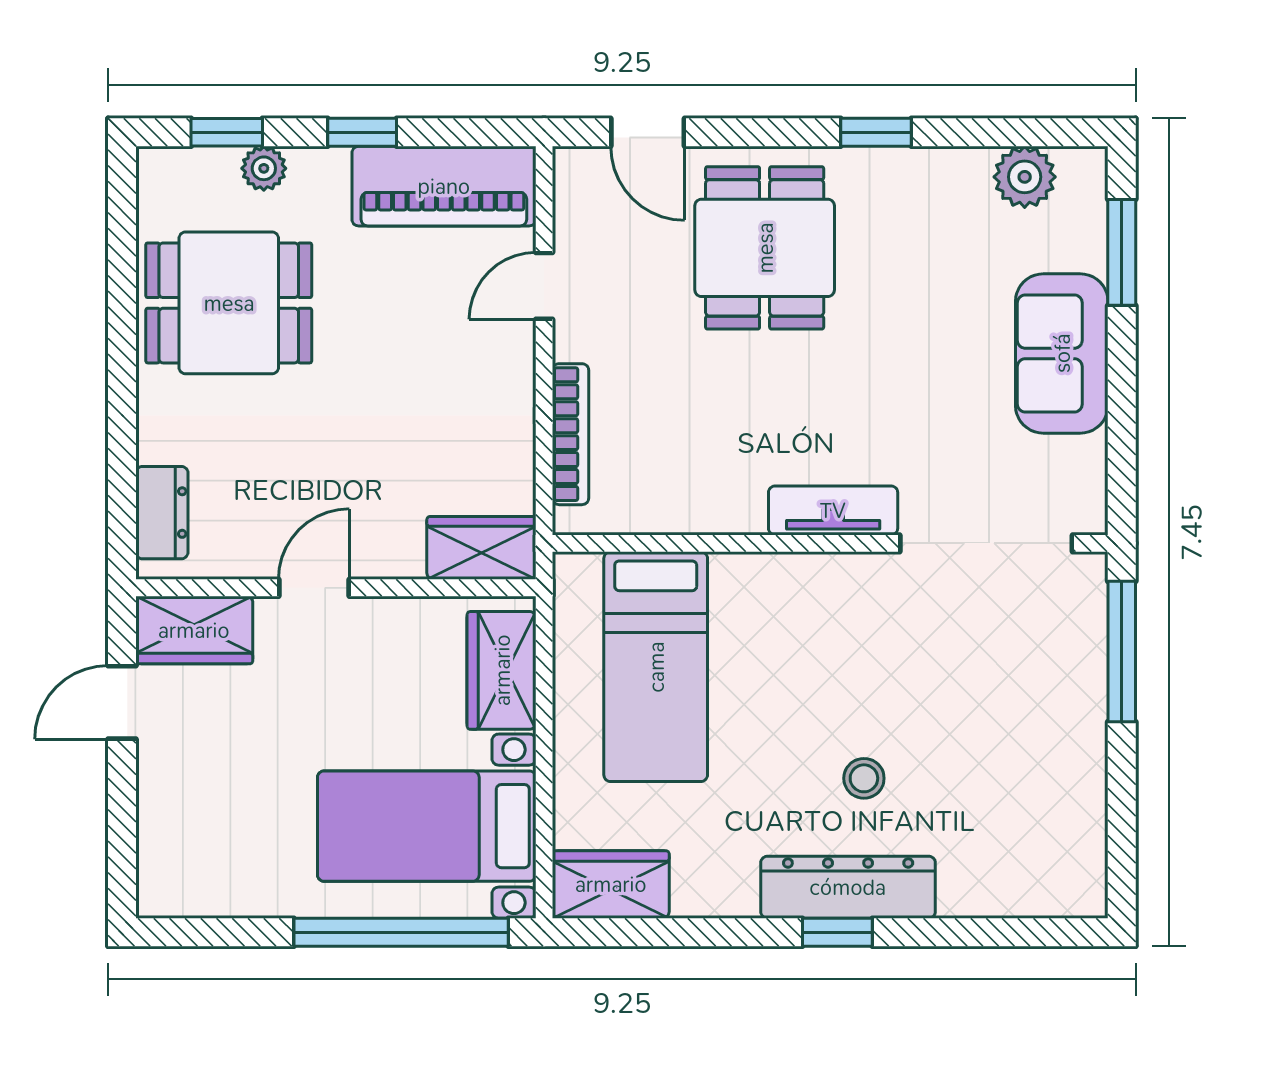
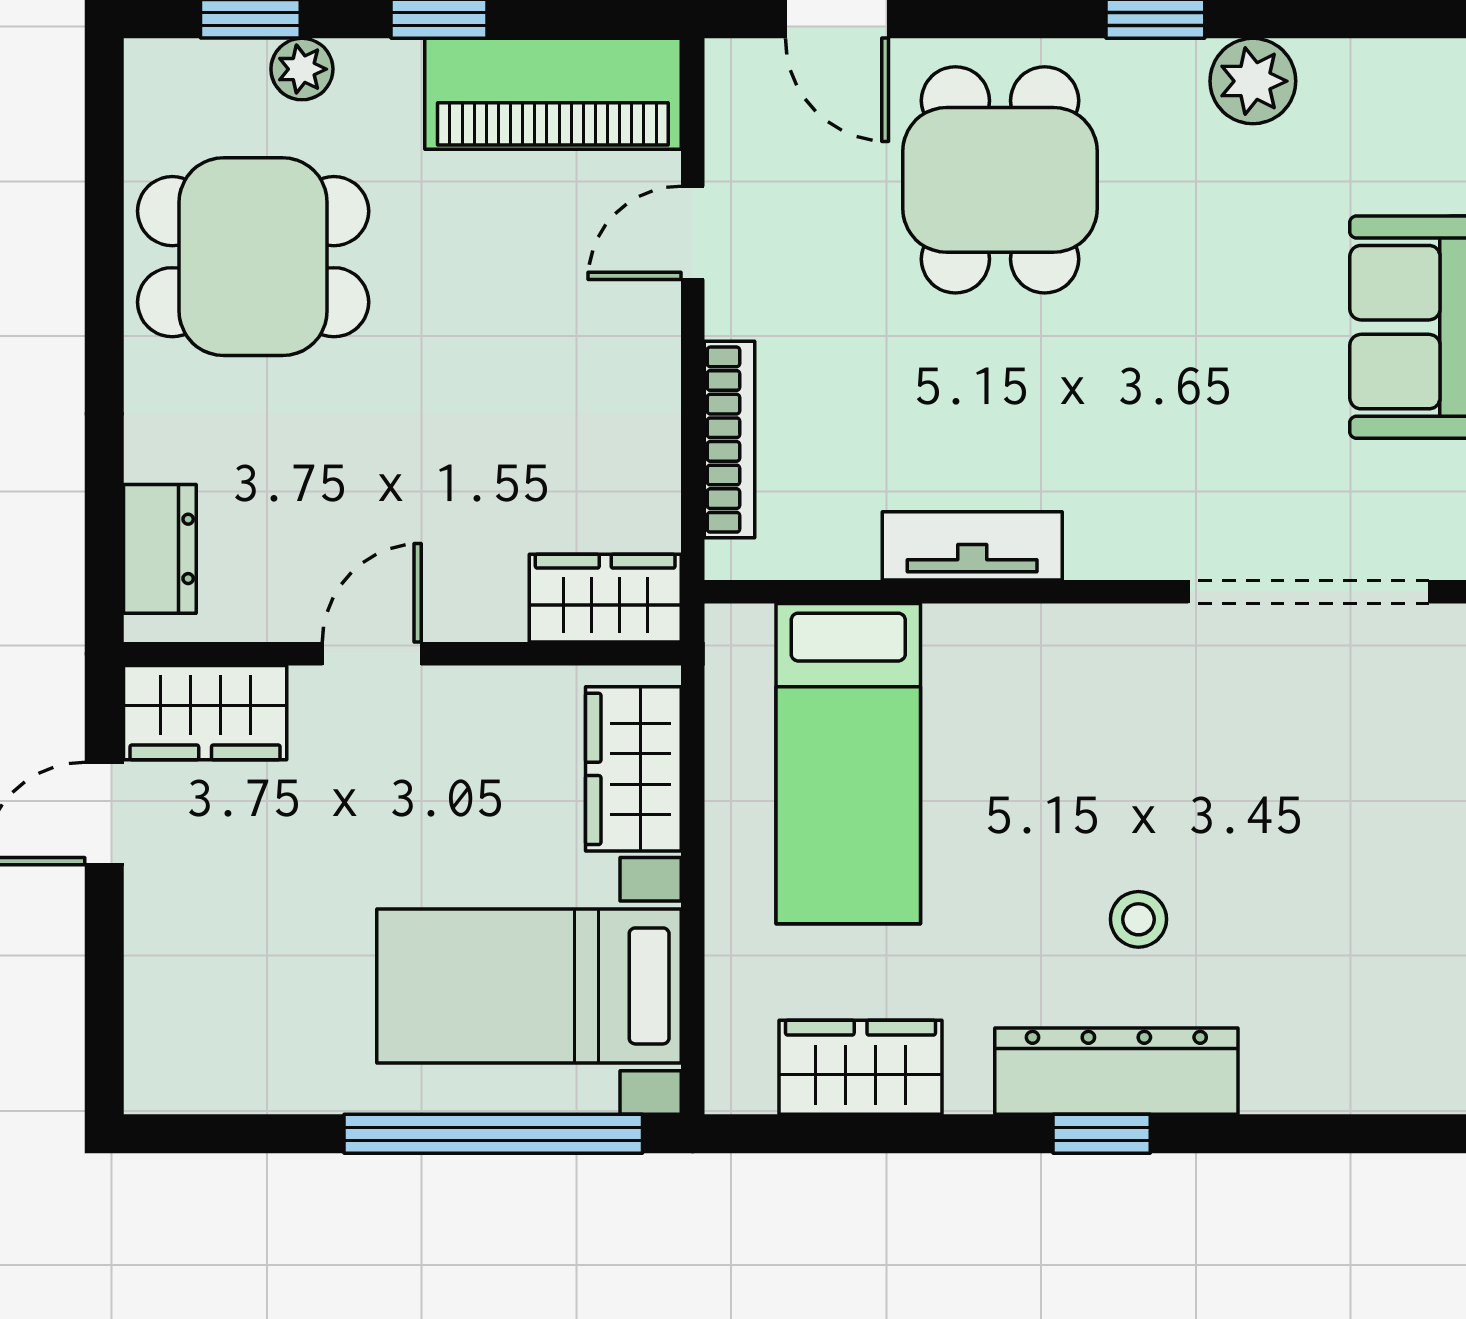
plant: (1025, 177) -> (1253, 81), moved
tv unit: (833, 510) -> (972, 546), moved
wardrobe: (611, 884) -> (861, 1067), moved

